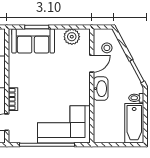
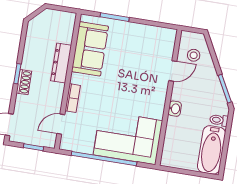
plant: (72, 37) -> (154, 35), removed
sofa: (33, 41) -> (90, 49), moved, turned -90
washbasin: (101, 89) -> (175, 109), width x0.52, depth x0.69

